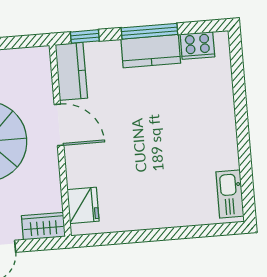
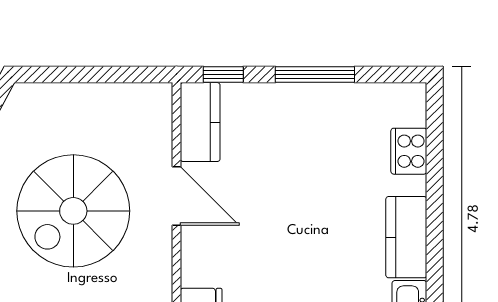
cooker: (197, 46) -> (409, 151), moved, turned 90
kitchen counter: (151, 51) -> (406, 237), moved, turned 90

